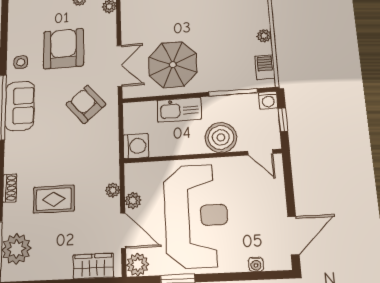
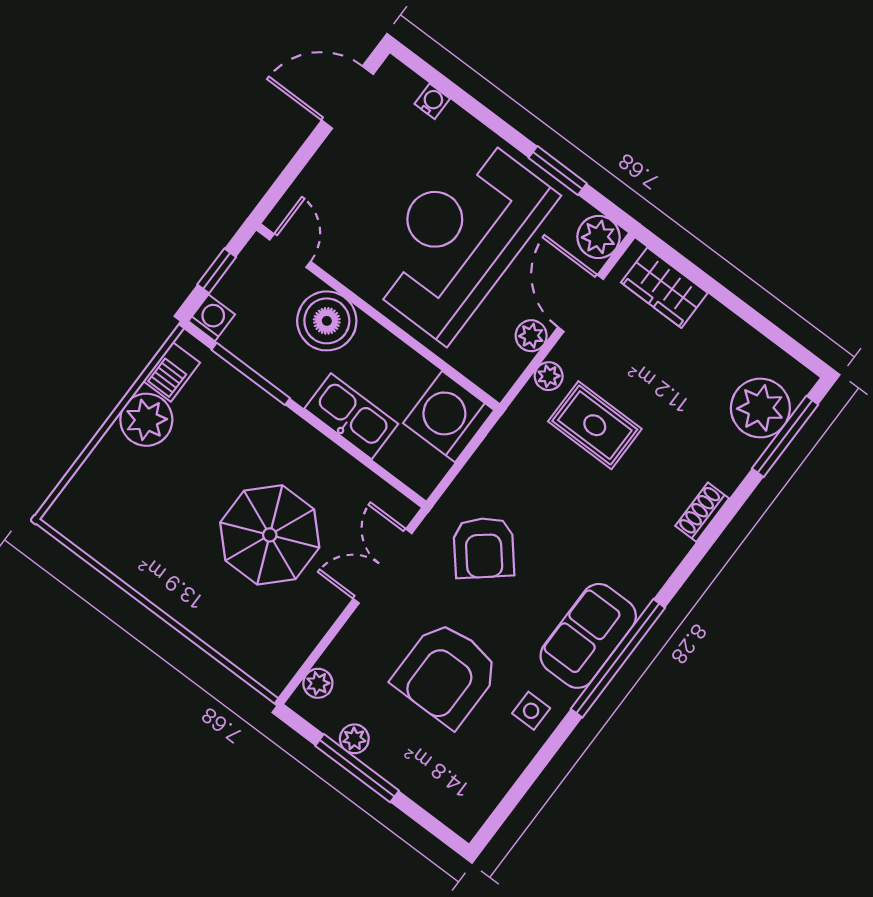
plant: (264, 36) -> (146, 420), width x1.87, depth x1.87
parasol: (173, 65) -> (270, 535), moved
washing machine: (136, 146) -> (449, 417), width x1.37, depth x1.37
rug: (54, 199) -> (595, 425), moved

